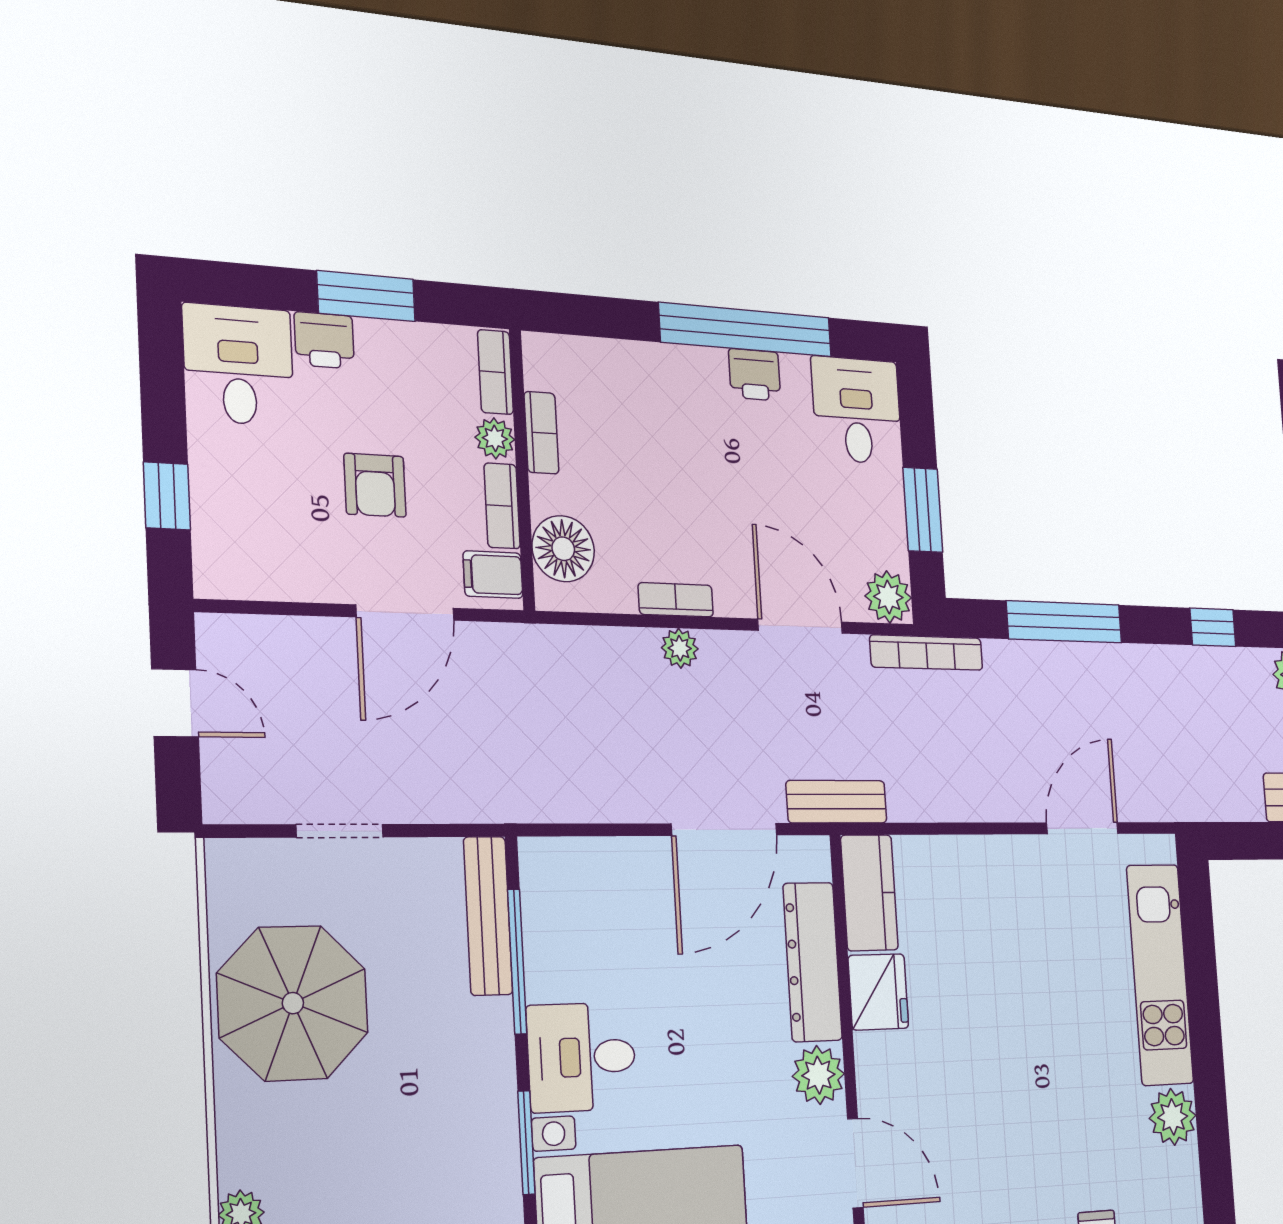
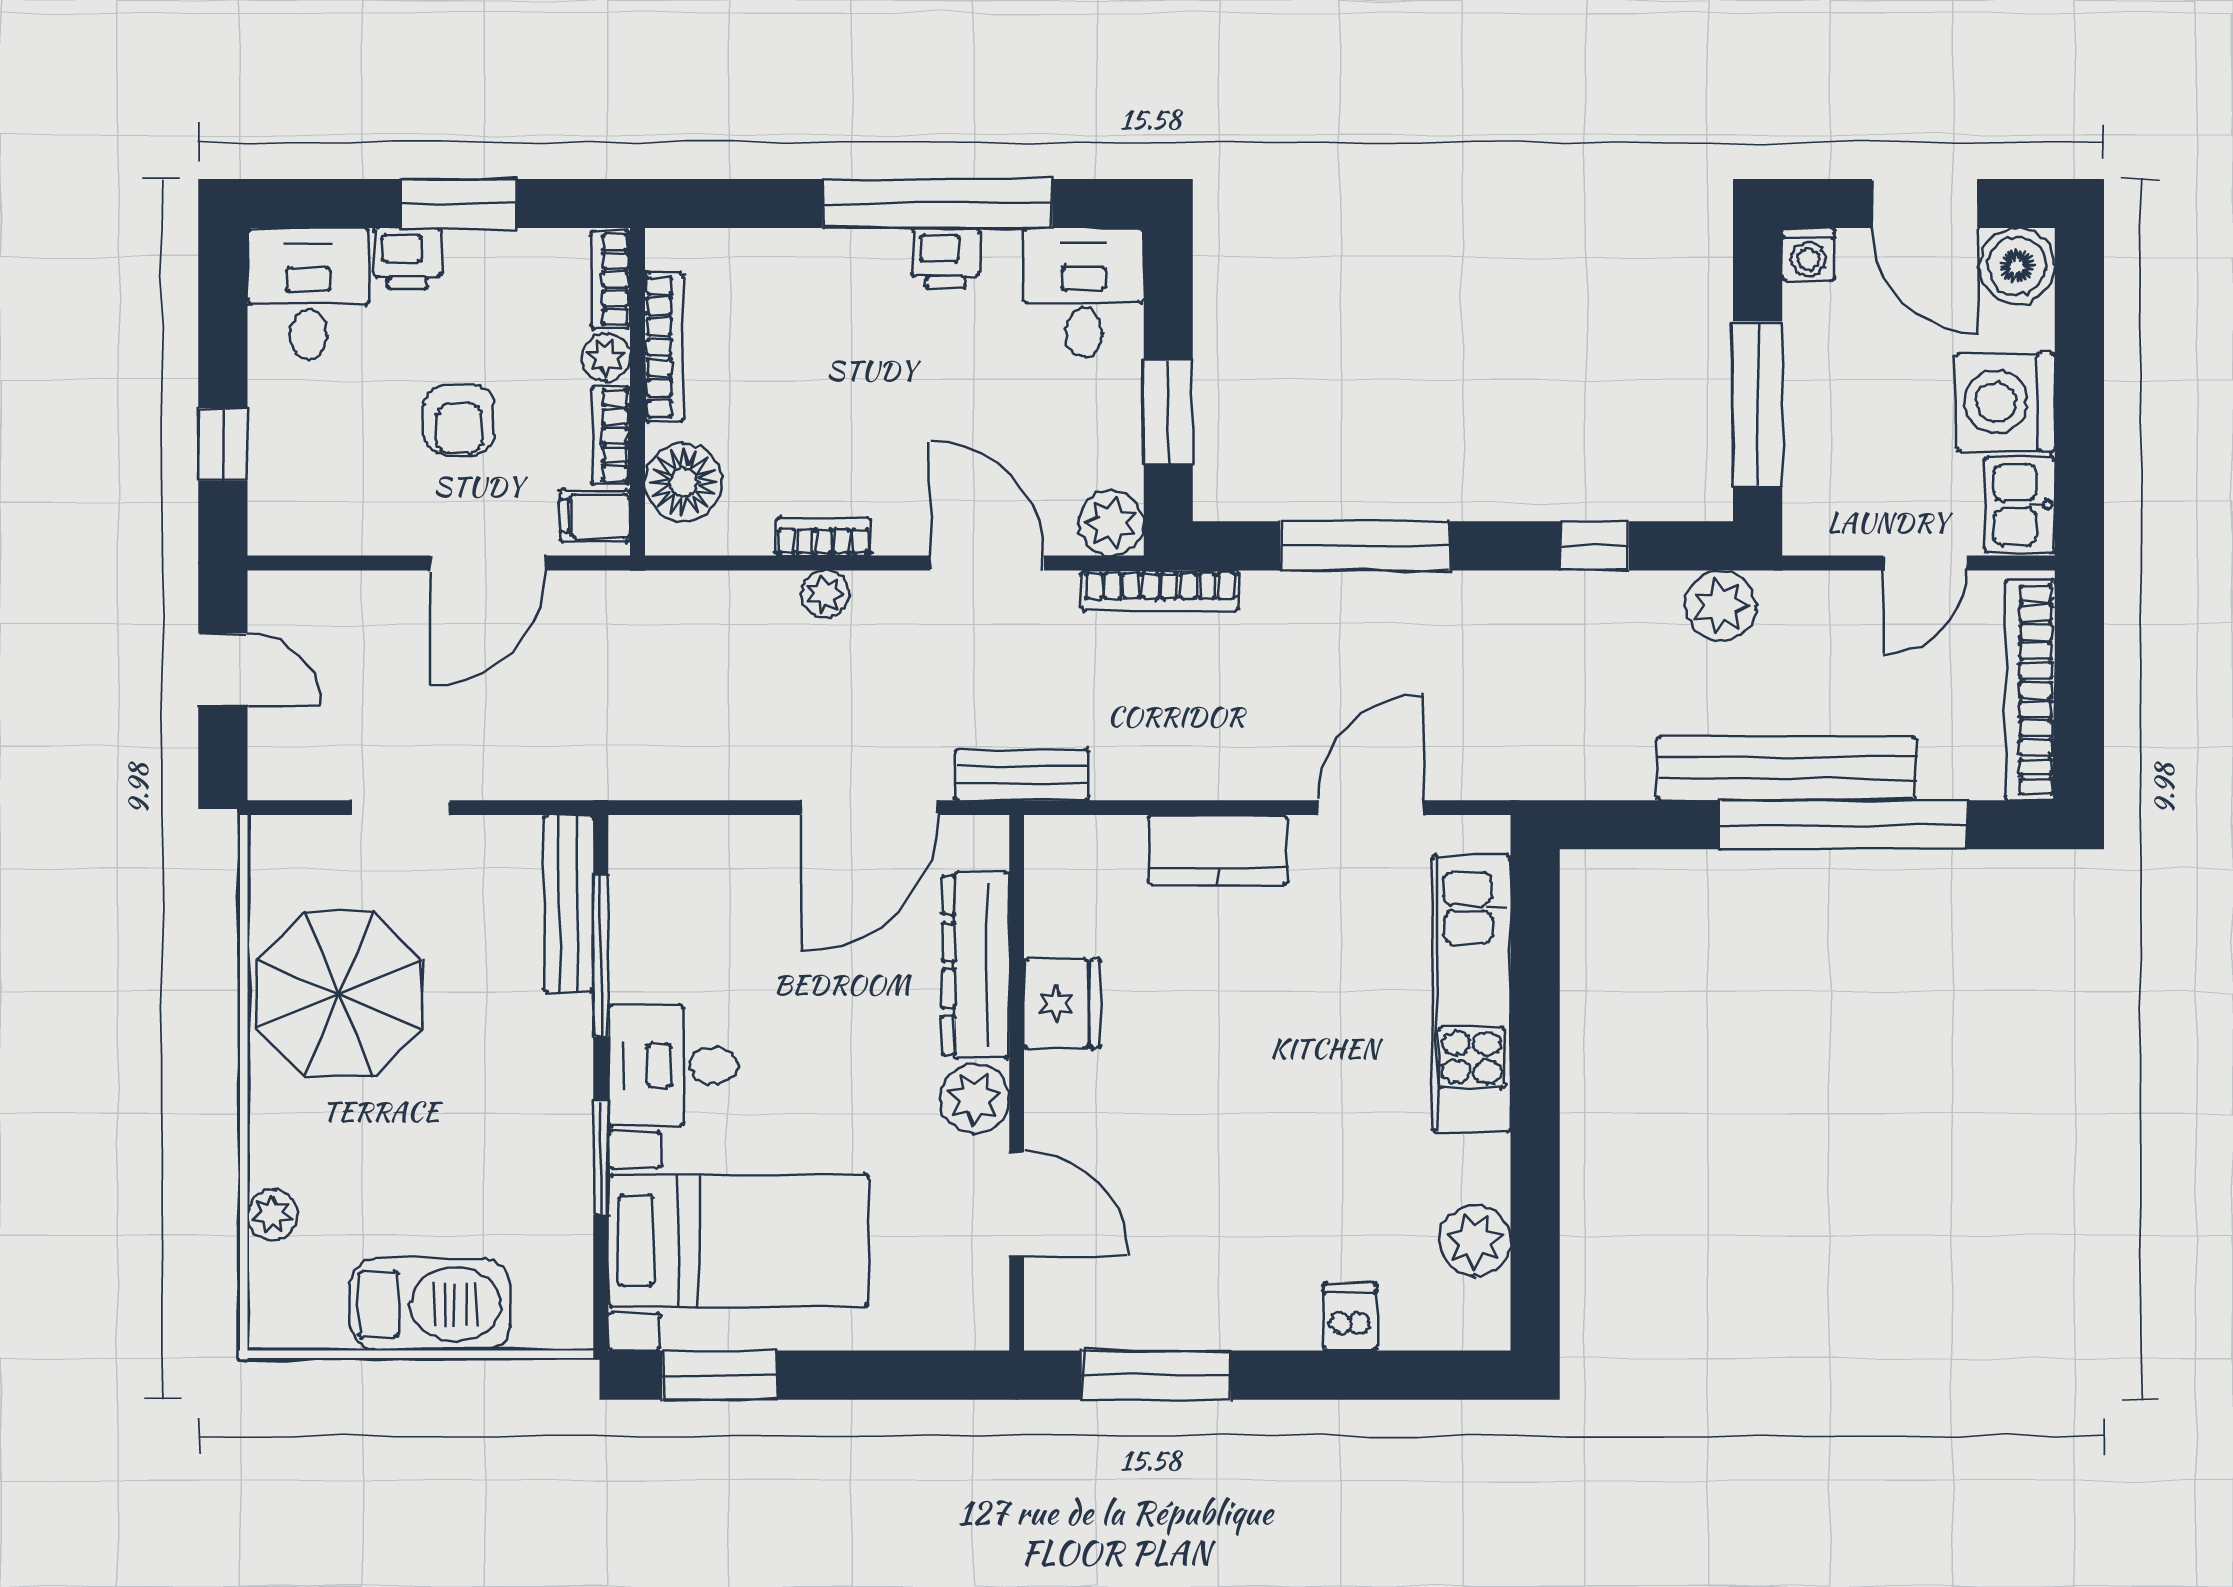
bookcase: (541, 433) -> (664, 347), width x1.56
kitchen counter: (869, 893) -> (1218, 850), moved, turned 90
plant: (1173, 1117) -> (1475, 1241), moved

